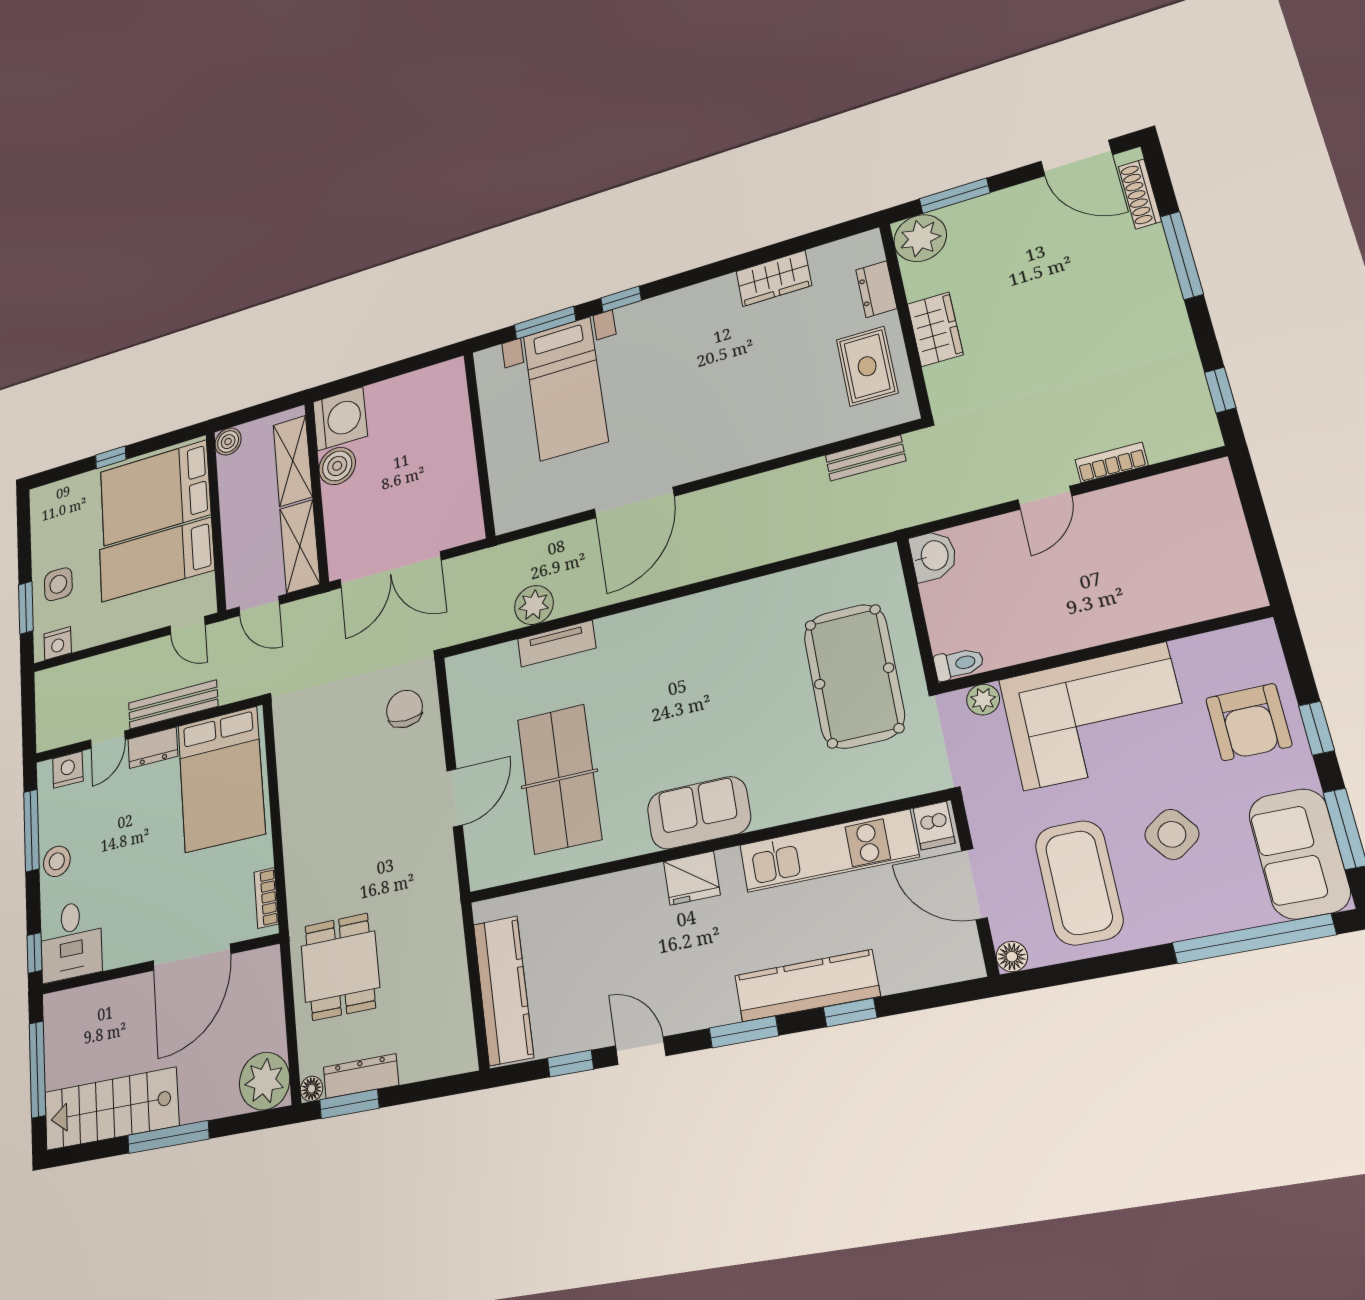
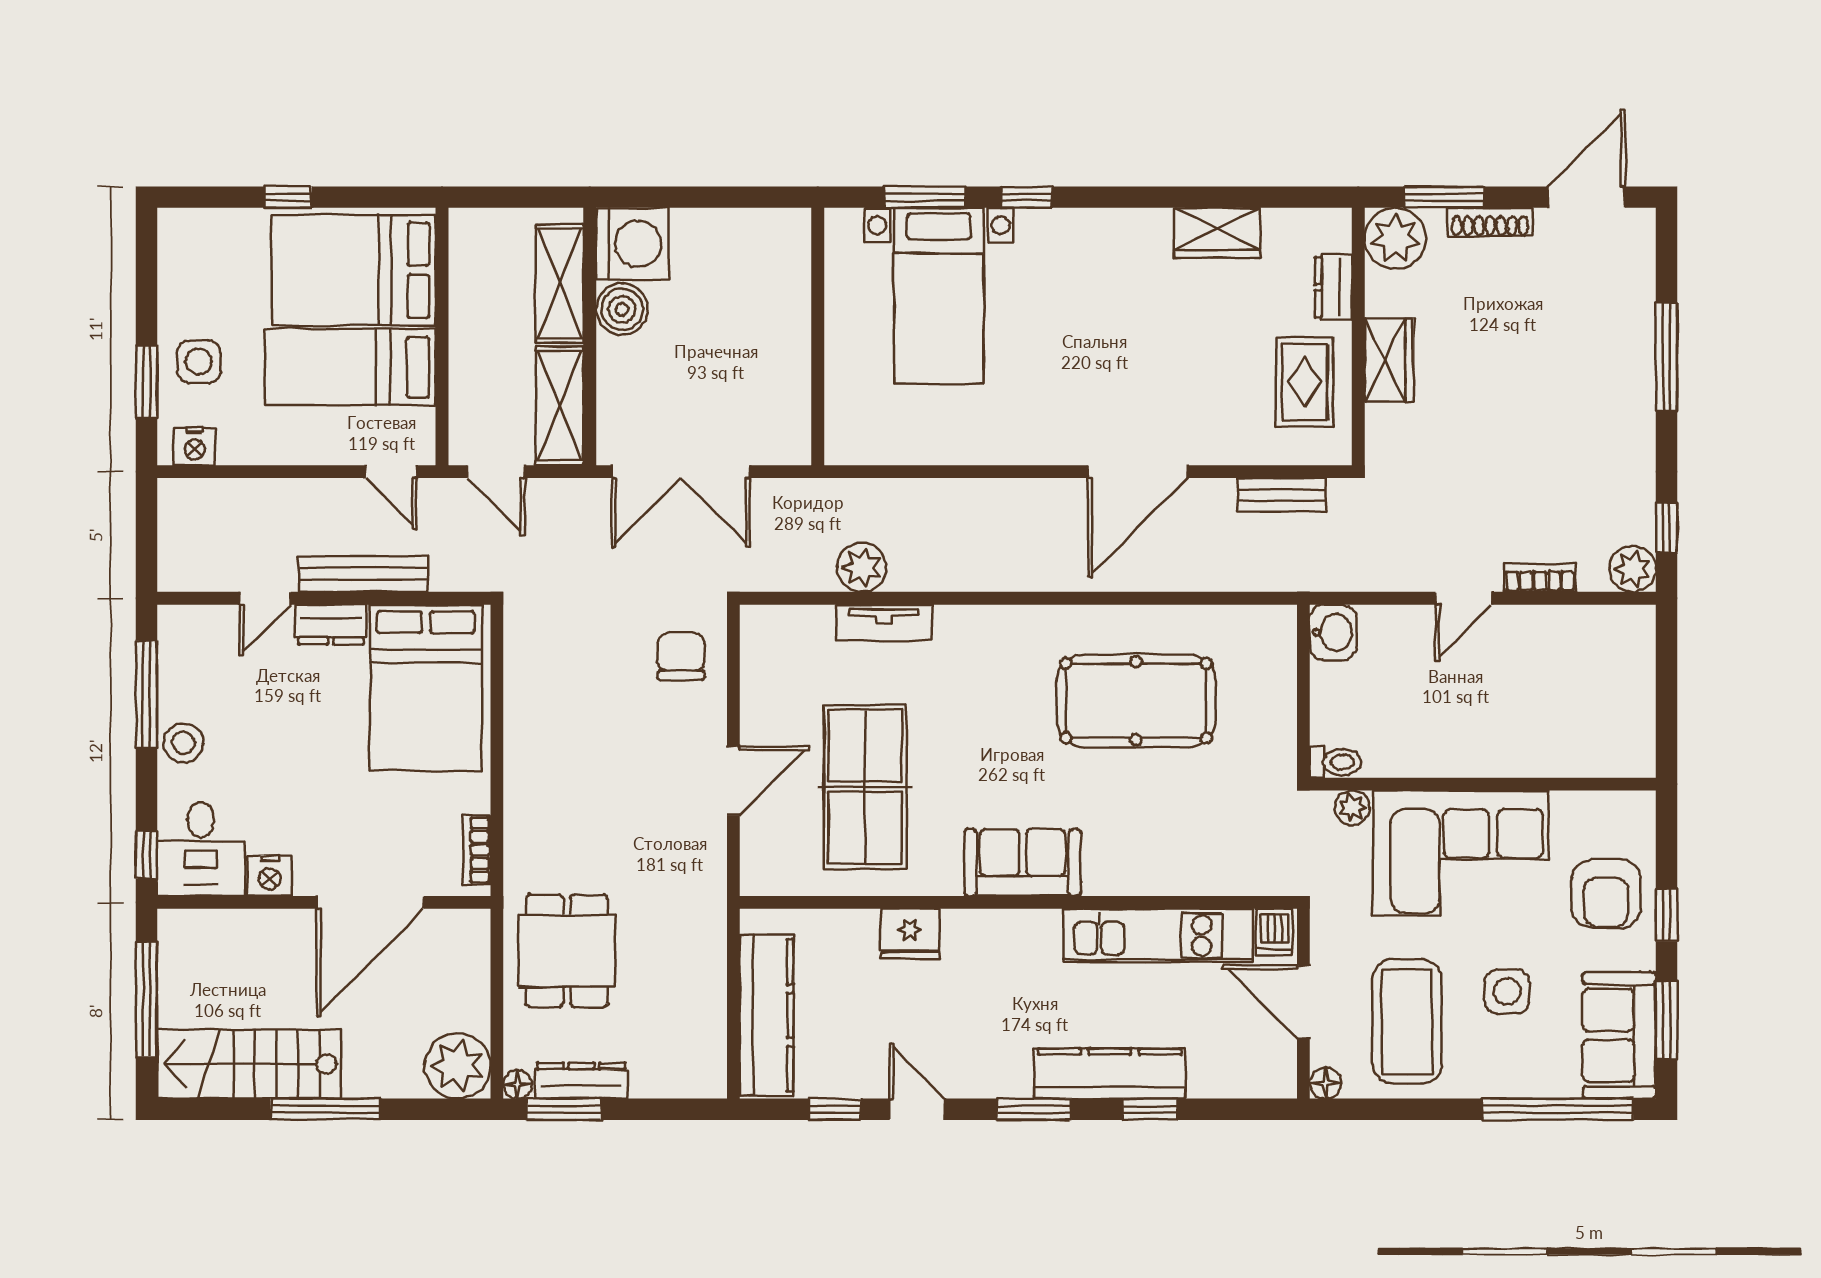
door: (1077, 158) -> (1586, 197), swing flipped
shoe rack: (1140, 194) -> (1490, 222), moved, turned -90
plant: (1197, 432) -> (1633, 569), added
boiler: (228, 442) -> (468, 227), removed
door: (634, 503) -> (1138, 472), moved
pool table: (854, 676) -> (1136, 701), moved, turned 90
nightstand: (68, 770) -> (270, 876), moved, turned 180
side table: (1172, 834) -> (1507, 991), turned 36
fridge: (692, 878) -> (910, 934), moved

